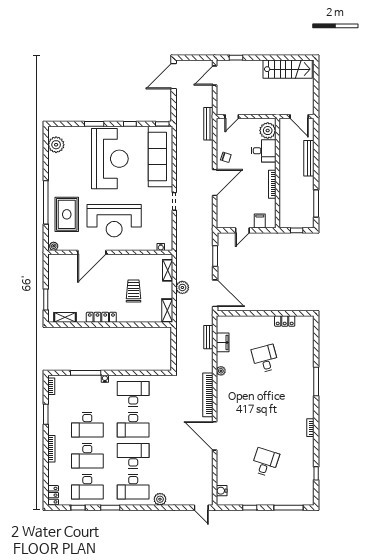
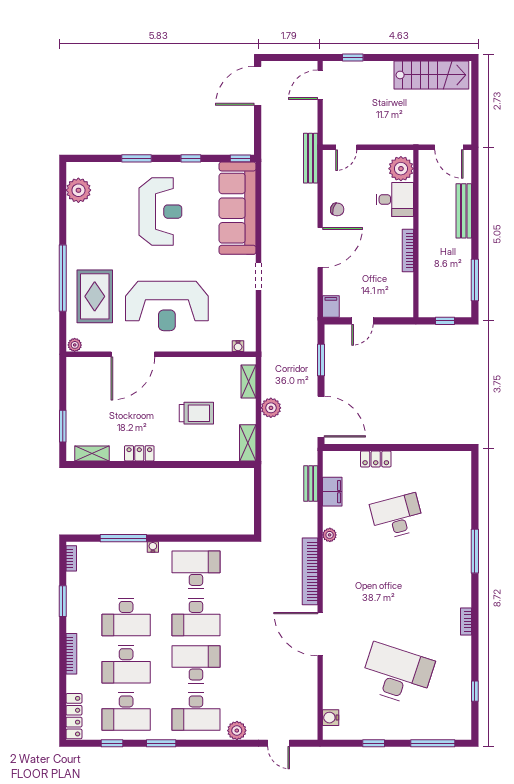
reception desk: (110, 159) -> (160, 212), width x0.74, depth x0.77
filing cabinet: (260, 221) -> (331, 307), moved
trolley: (133, 291) -> (196, 413), turned 90
locker: (101, 317) -> (139, 453), width x0.66
locker: (285, 321) -> (376, 459), moved
desk: (265, 359) -> (397, 516), width x1.37
desk: (265, 462) -> (397, 674), width x1.87, depth x1.30
locker: (53, 495) -> (74, 716), width x1.53
door: (201, 508) -> (279, 743), moved

